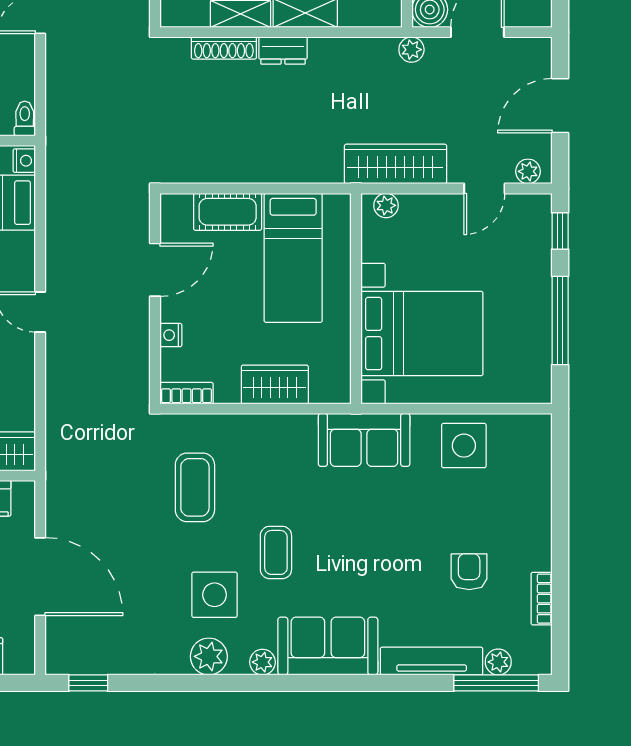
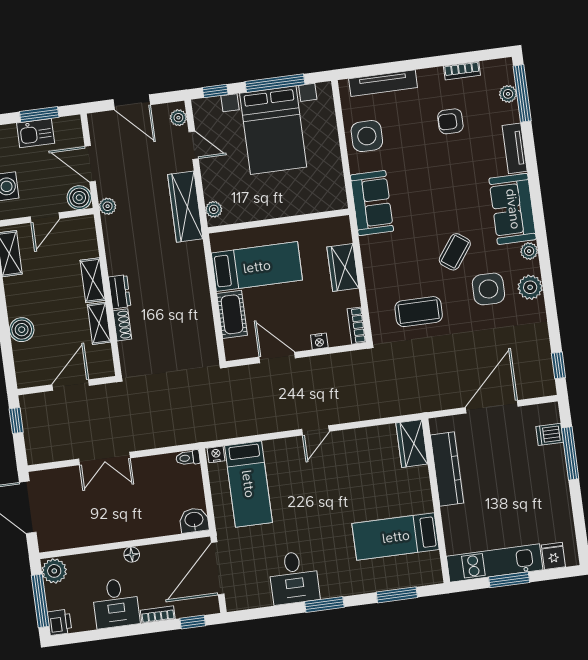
shoe rack: (224, 48) -> (122, 325), width x0.70
bed with nightstands: (422, 334) -> (273, 130), moved, turned 180
tv unit: (539, 480) -> (383, 83), added
coffee table: (276, 552) -> (455, 252), turned -54
tv unit: (432, 661) -> (515, 148), width x0.71

